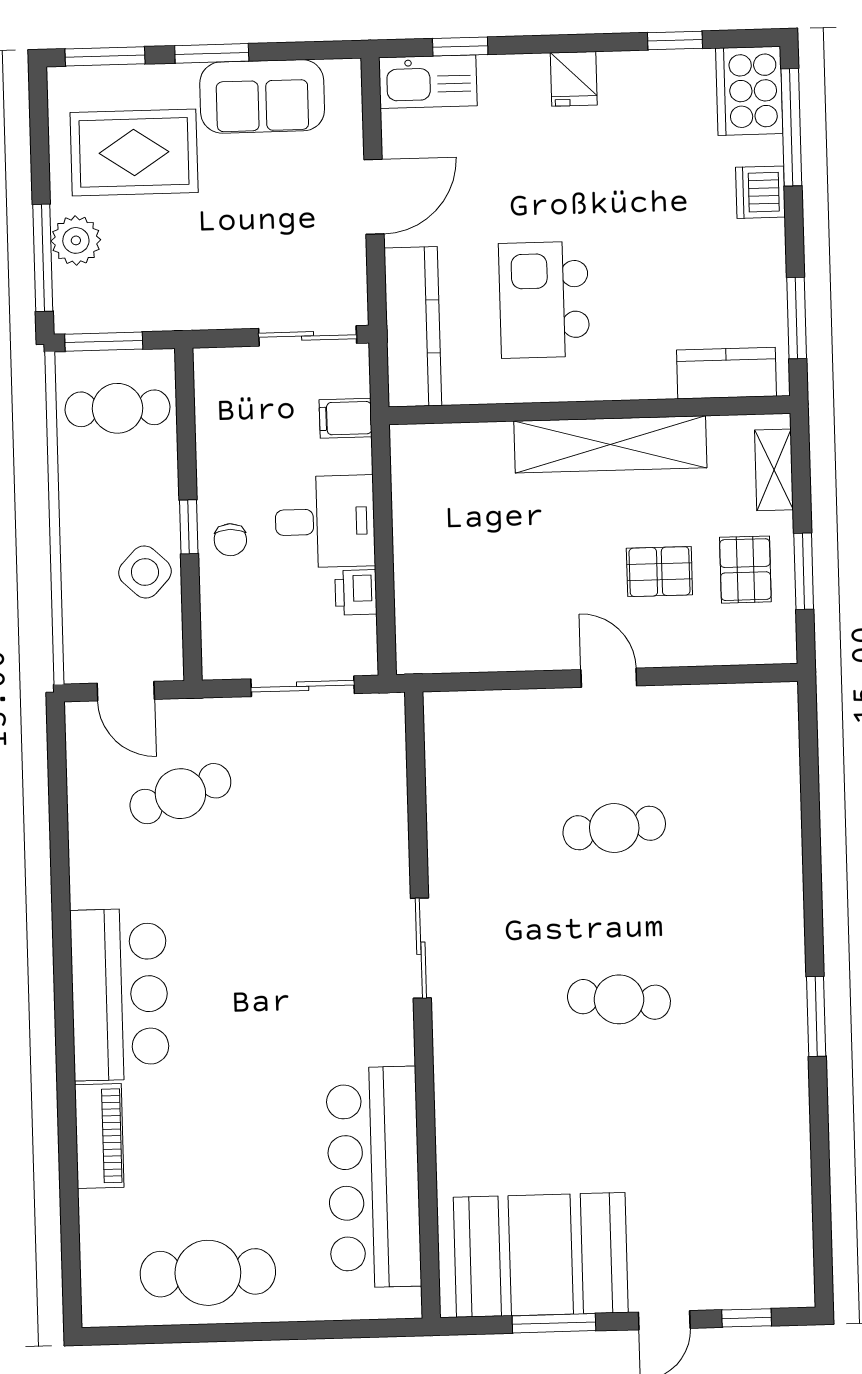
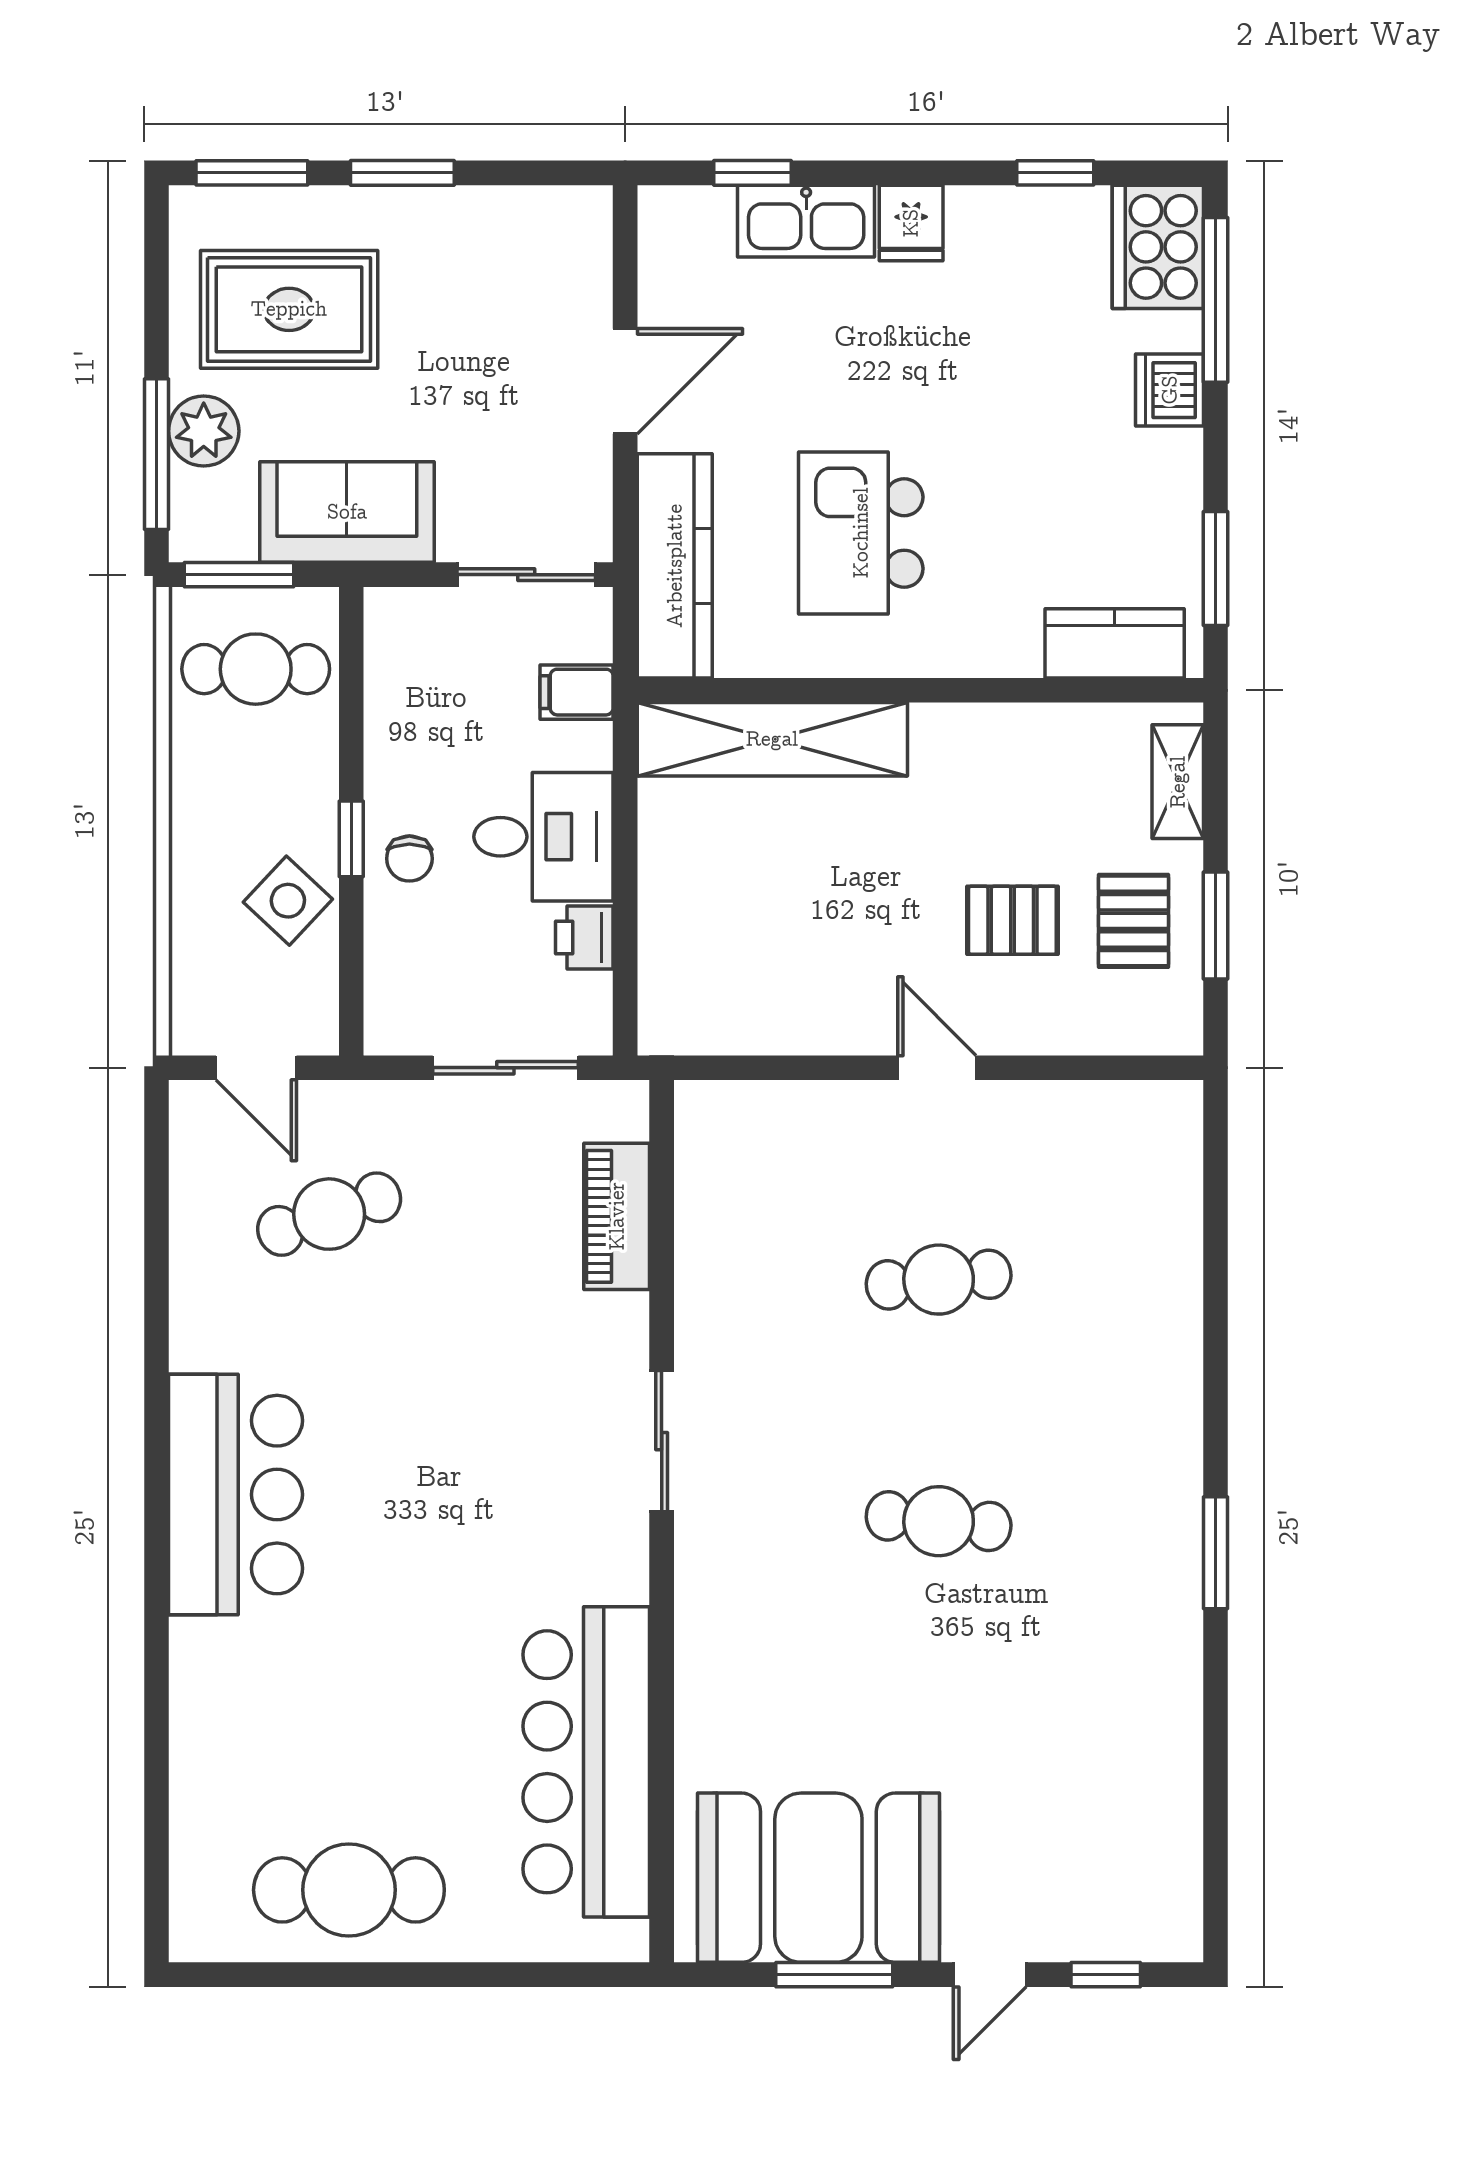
kitchen sink: (428, 82) -> (806, 221), moved
sofa: (262, 96) -> (347, 512), moved, turned 180
shelving: (610, 444) -> (772, 739), moved
piano: (99, 1136) -> (617, 1216), moved, turned 180

